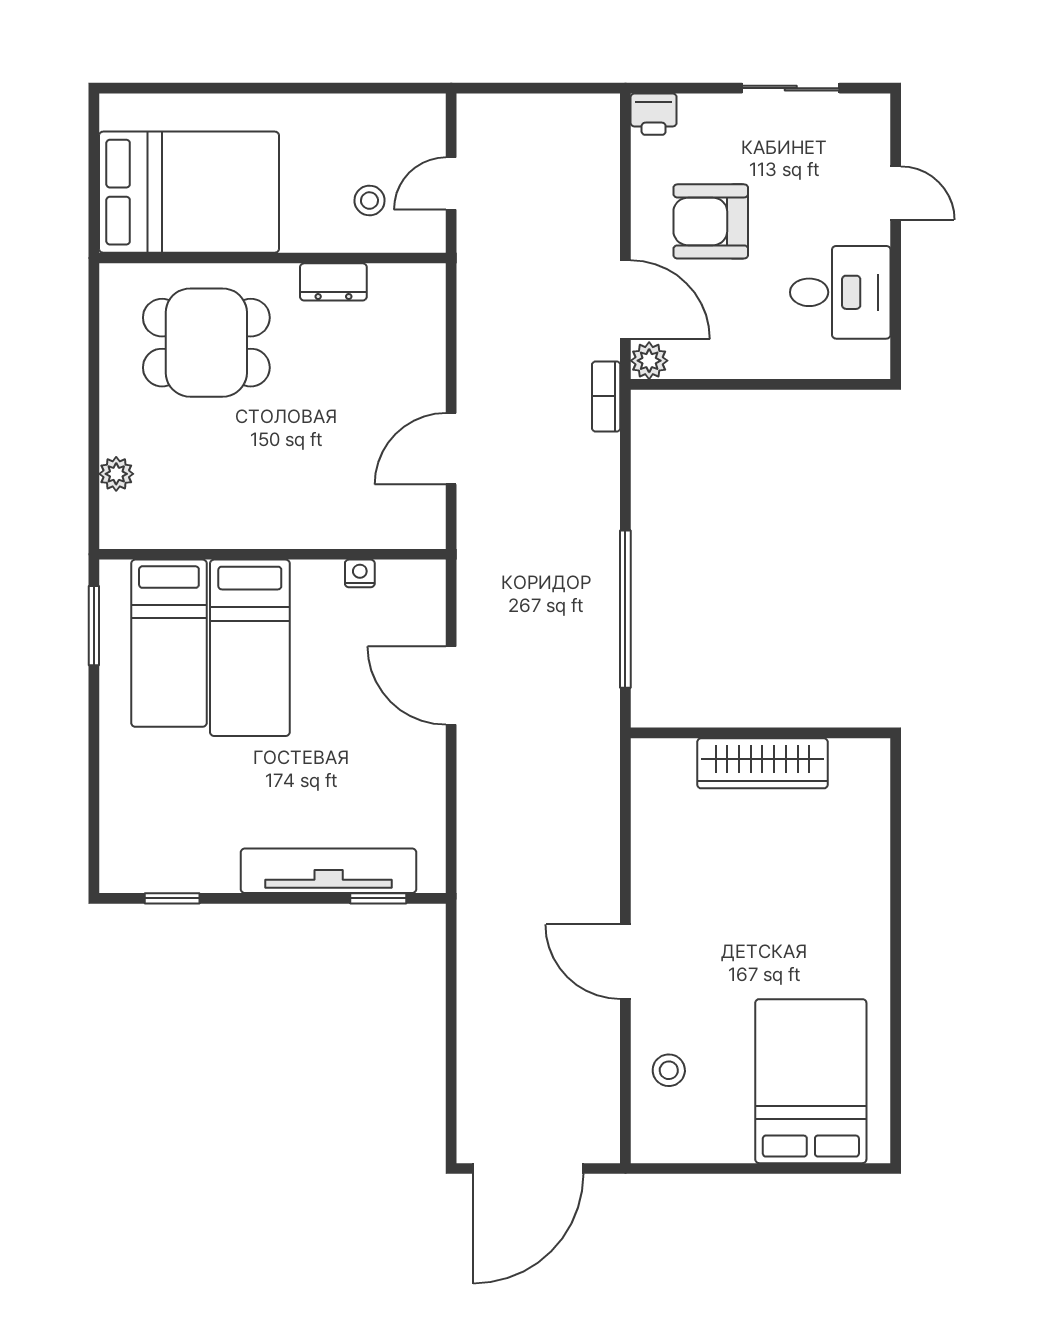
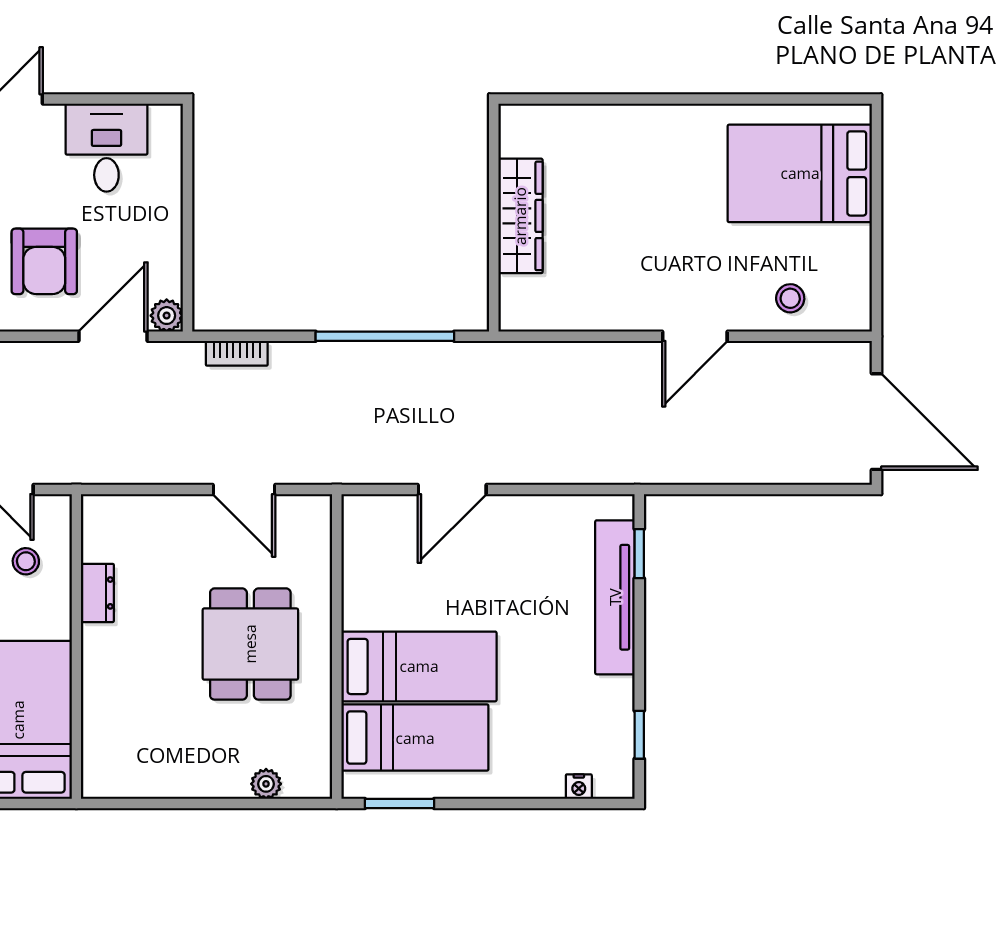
dining table: (206, 343) -> (250, 644), moved
bookcase: (606, 396) -> (237, 353), moved
nightstand: (360, 573) -> (579, 787), moved, turned -90

